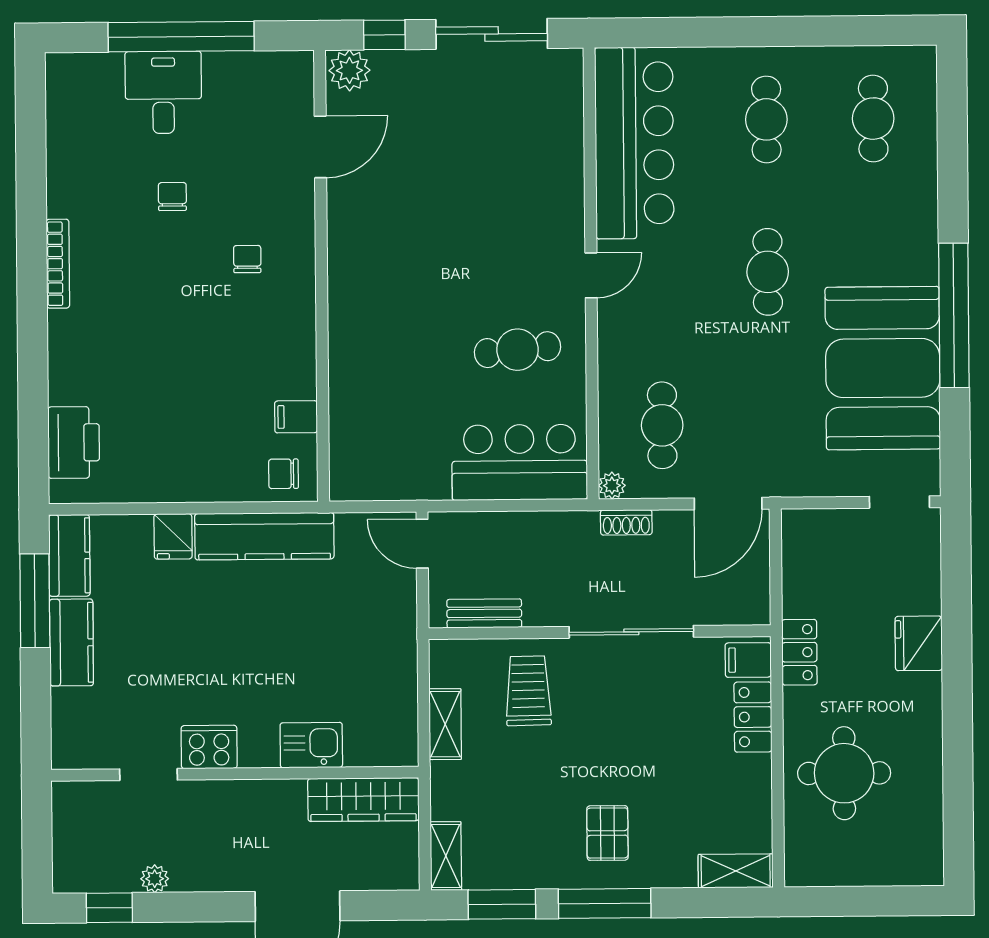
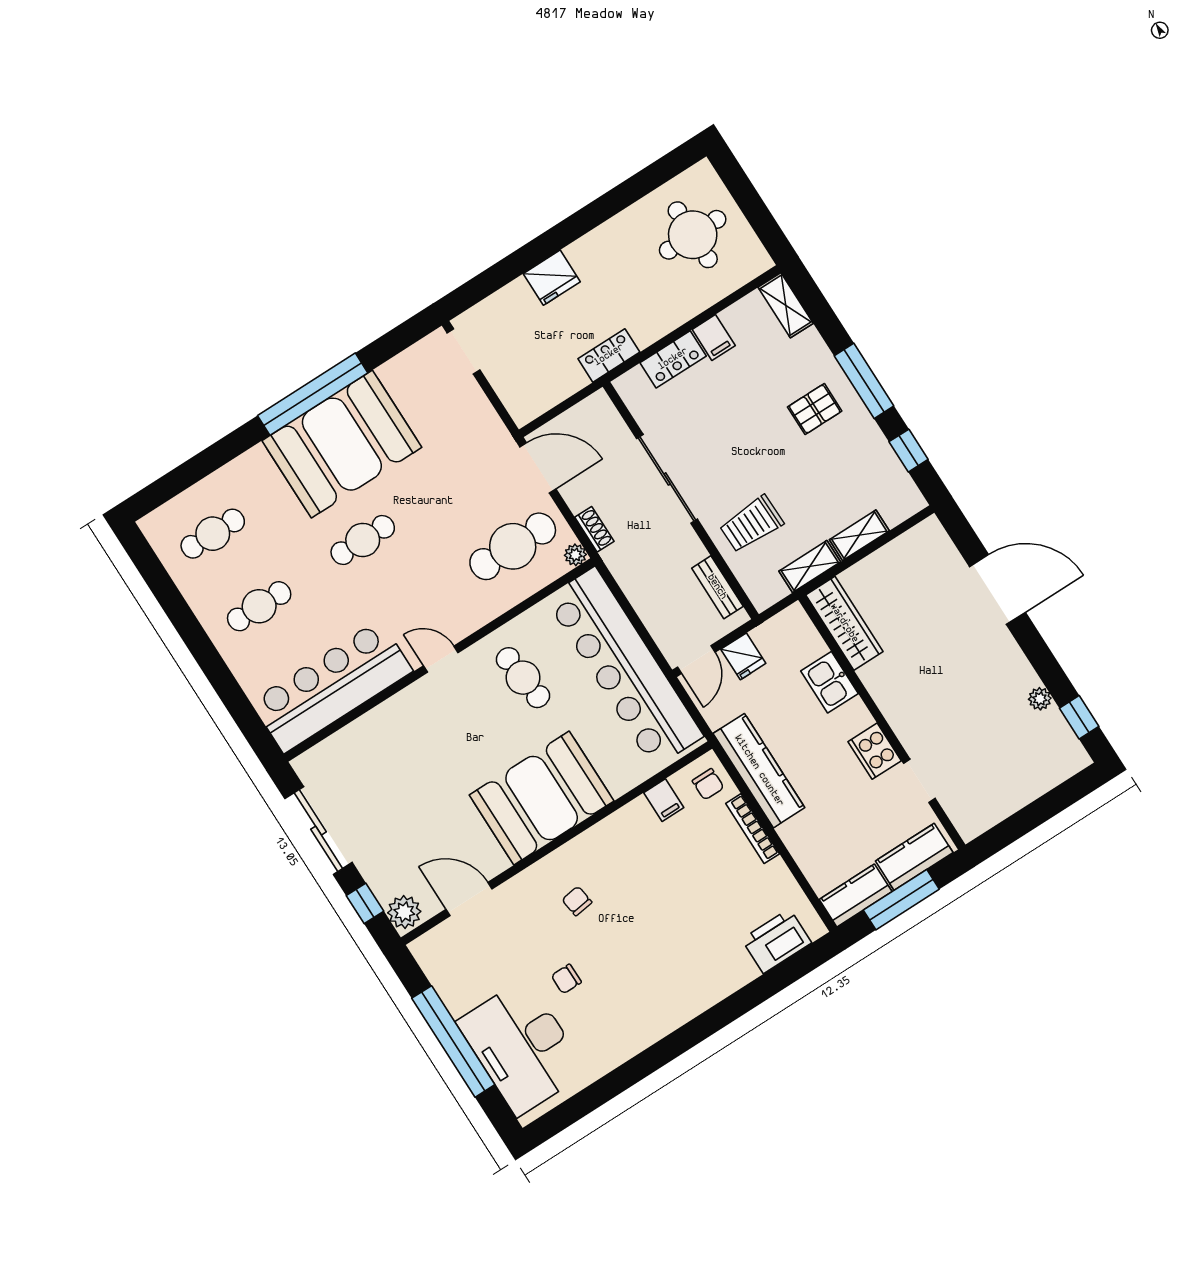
desk: (163, 92) -> (522, 1047), width x1.87, depth x1.30
chair: (247, 259) -> (577, 901), turned 82
bookcase: (58, 264) -> (753, 829), moved, turned -90
booth: (379, 290) -> (542, 798), added
booth: (883, 368) -> (342, 444), moved
cafe table: (662, 425) -> (513, 546), width x1.37, depth x1.35
bar counter: (520, 462) -> (624, 667), width x1.86
fridge: (173, 536) -> (743, 656), moved, turned 90
filing cabinet: (748, 660) -> (714, 337), moved
kitchen sink: (311, 745) -> (830, 682), moved
cooker: (209, 747) -> (875, 751), moved
round table: (844, 773) -> (693, 235), moved
doorway: (148, 774) -> (919, 781), moved
wall: (235, 774) -> (882, 722), moved
wardrobe: (363, 800) -> (844, 623), moved
shelving: (446, 856) -> (859, 535), moved
window: (502, 904) -> (909, 451), width x0.67

